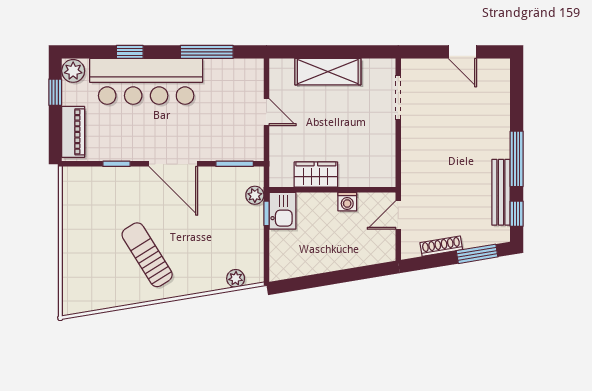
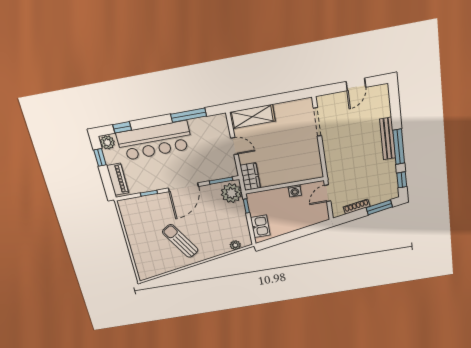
window: (130, 52) -> (122, 127), moved
door: (462, 52) -> (356, 84), hinge flipped
shelving: (328, 72) -> (252, 117), moved
door: (173, 164) -> (183, 187), hinge flipped
wardrobe: (316, 175) -> (250, 177), moved, turned 90
bench: (501, 192) -> (388, 139), moved
plant: (255, 195) -> (231, 193), width x1.88, depth x1.88
kitchen sink: (282, 211) -> (260, 226), moved

